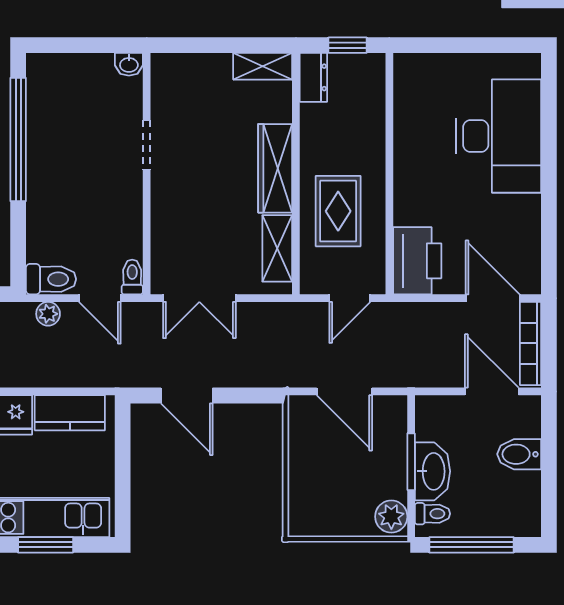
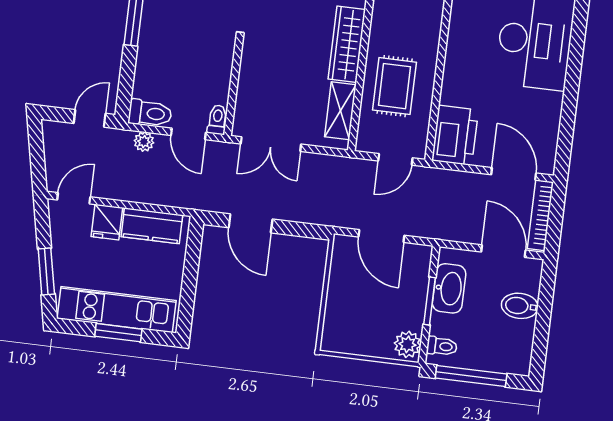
washbasin: (433, 471) -> (449, 288), moved

